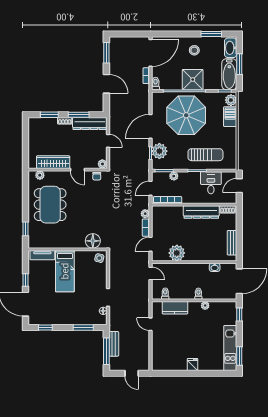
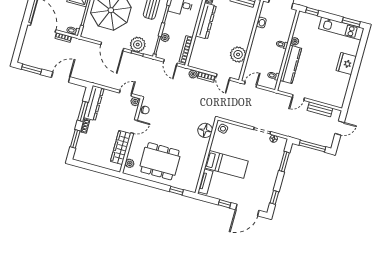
door: (108, 141) -> (126, 93), moved
kitchen counter: (175, 308) -> (291, 64), width x1.50
bench: (114, 344) -> (320, 109), moved
fridge: (193, 364) -> (346, 64), width x1.88, depth x1.34

